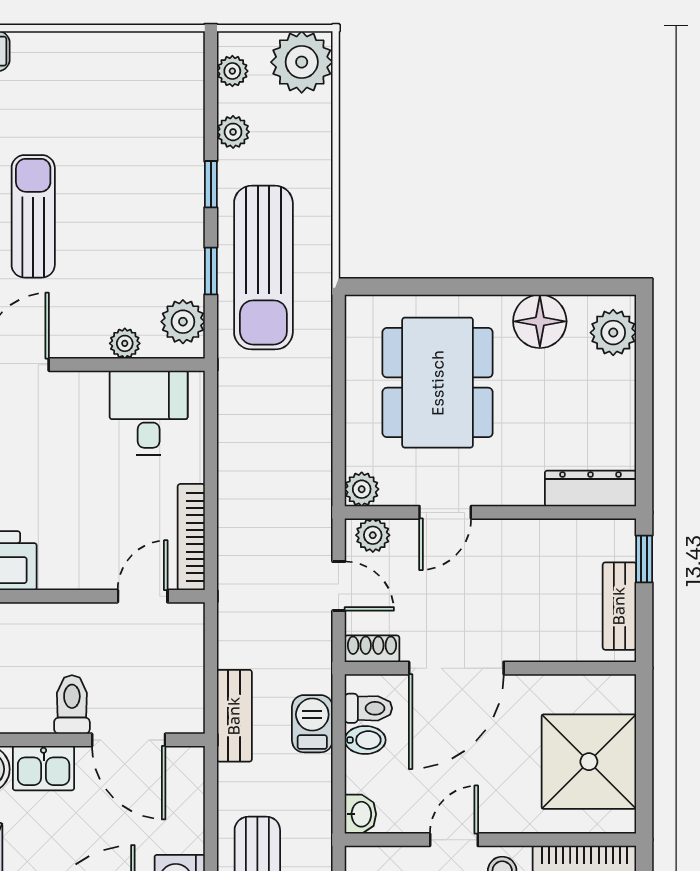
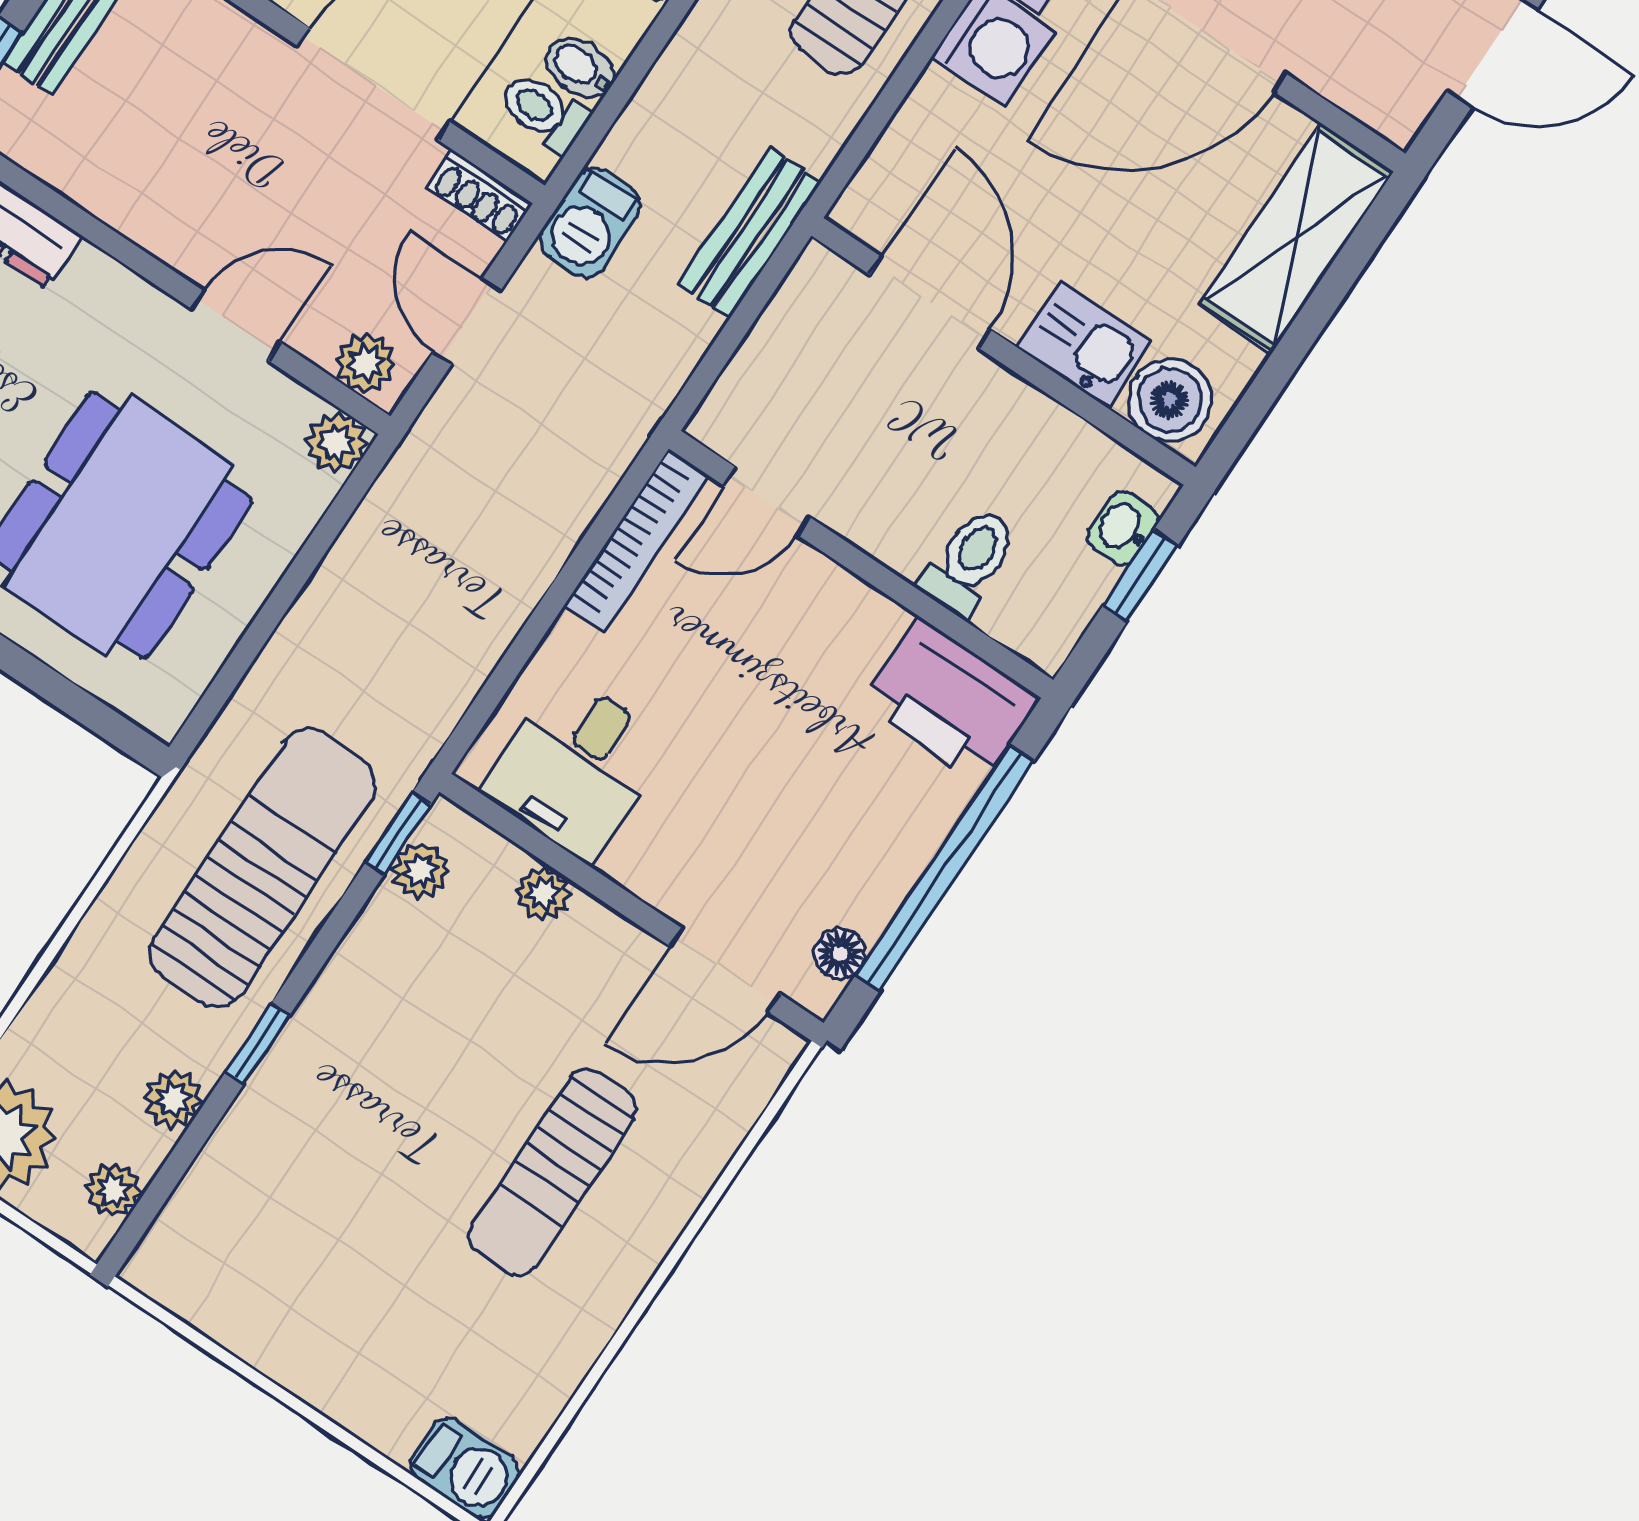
window: (211, 271) -> (398, 833), moved
plant: (183, 322) -> (420, 871), width x0.73, depth x0.73
toilet: (72, 705) -> (969, 561), moved, turned 180
barbecue: (312, 724) -> (590, 223), moved

